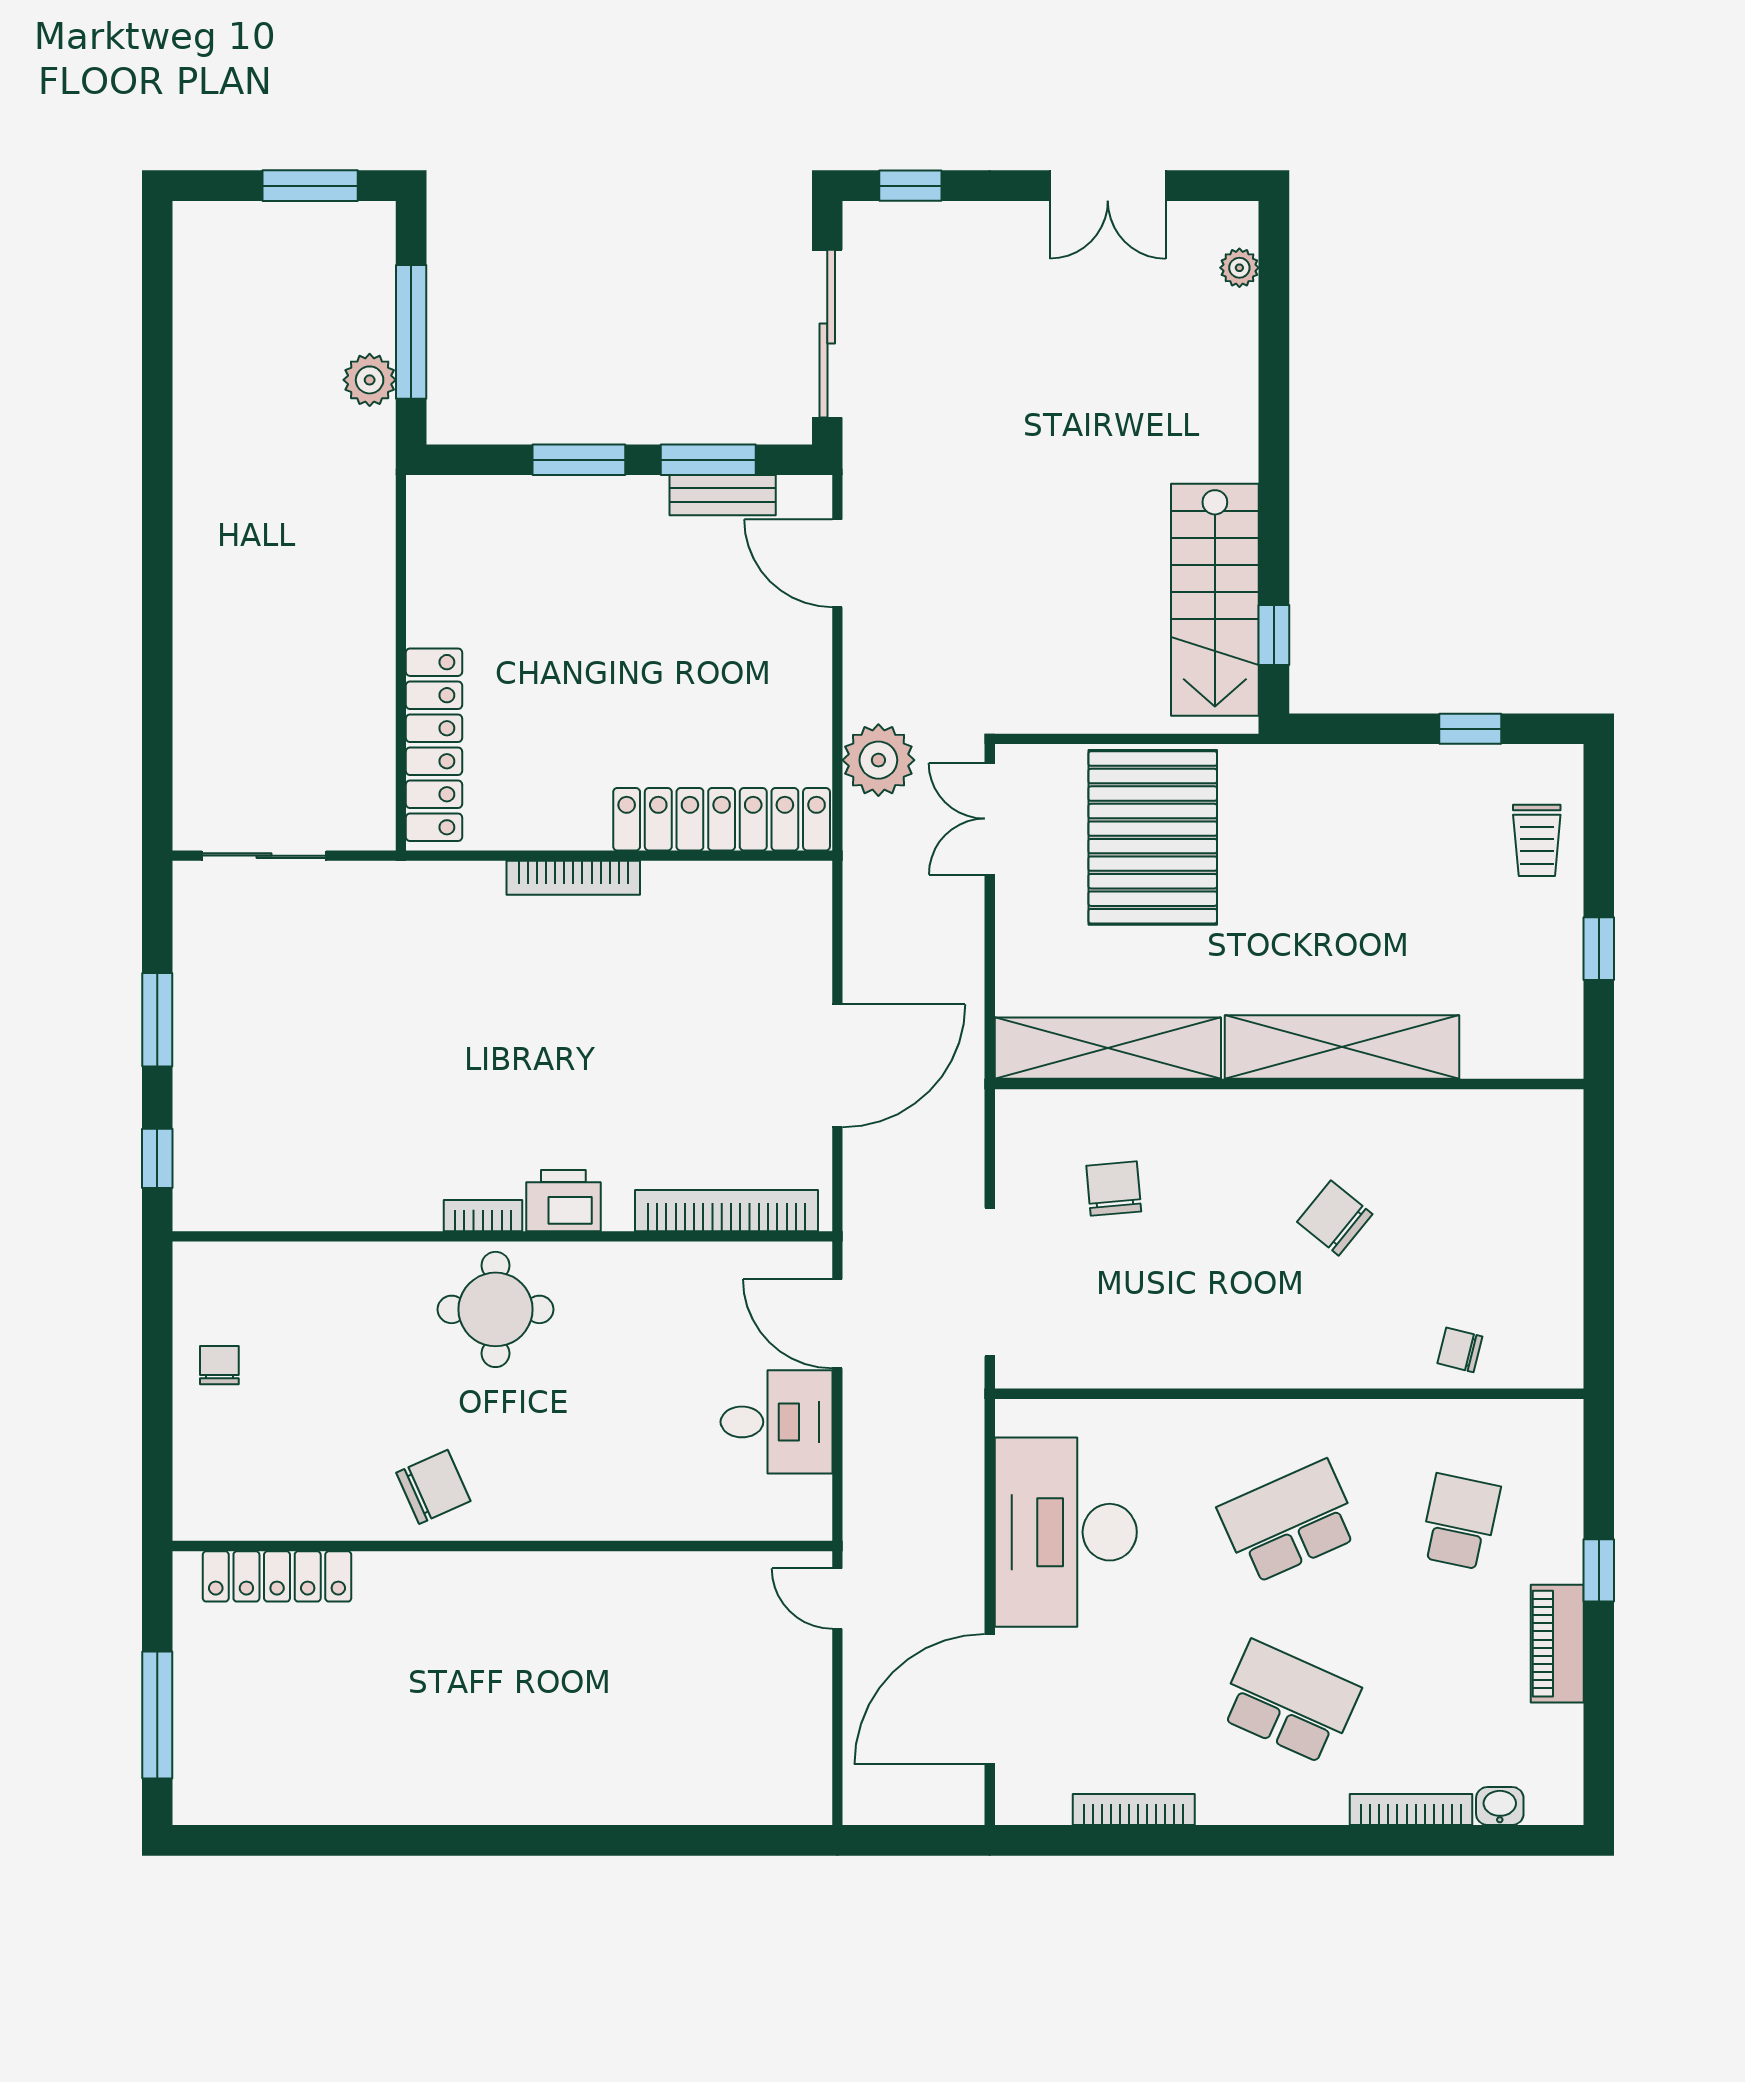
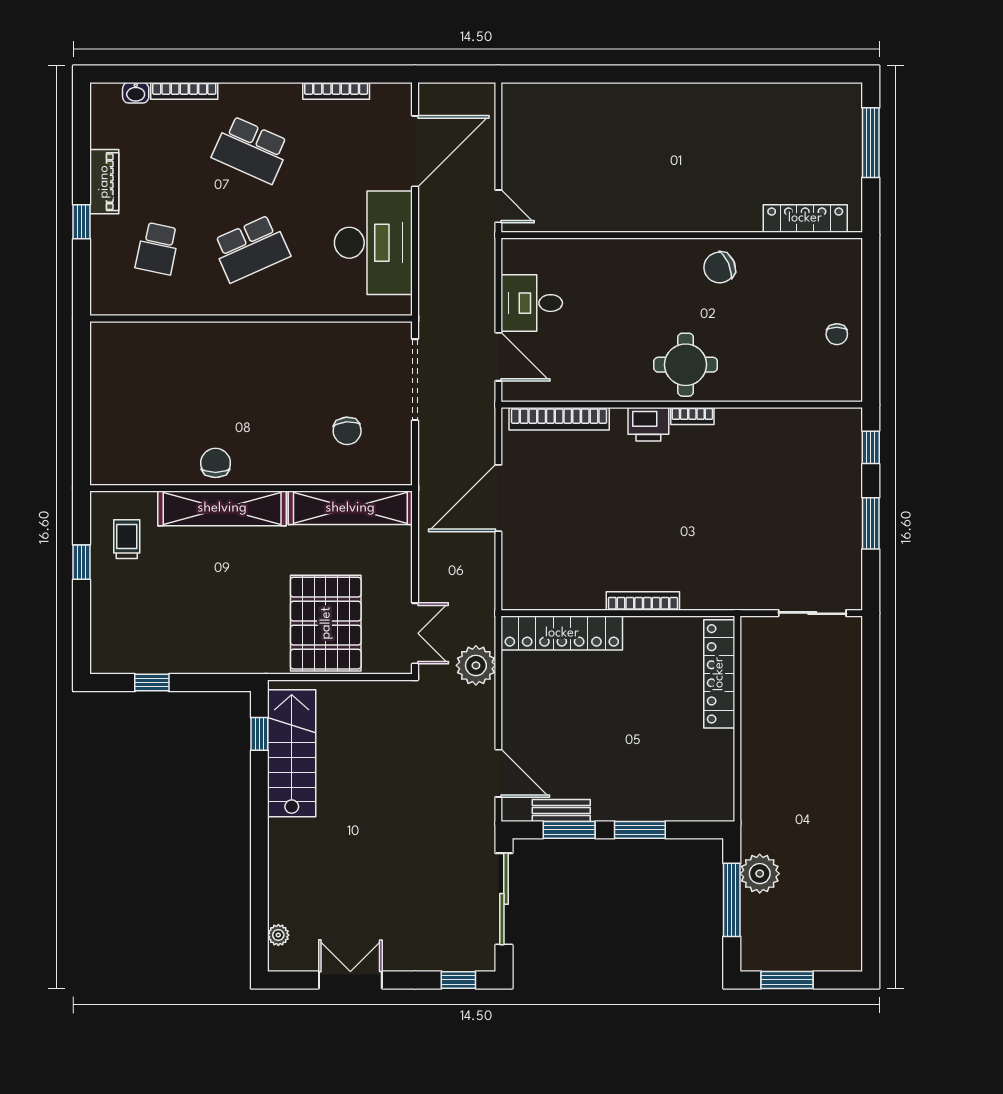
plant: (370, 380) -> (760, 874), width x1.36, depth x1.36
trolley: (1537, 840) -> (127, 539), moved
chair: (1335, 1218) -> (216, 463), moved, turned -129
chair: (1460, 1350) -> (158, 343), removed

